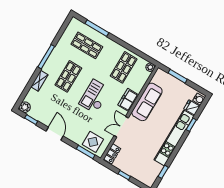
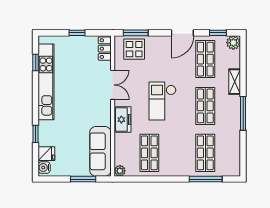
shop shelf: (87, 45) -> (205, 153), turned 90
checkout: (95, 96) -> (162, 101), turned 180
sofa: (147, 102) -> (100, 151), moved
shop shelf: (50, 107) -> (205, 59), added
door: (55, 134) -> (182, 33), hinge flipped
kitchen unit: (174, 138) -> (46, 82), moved

